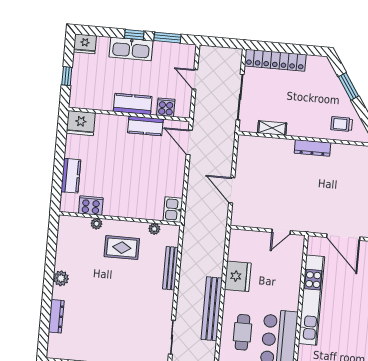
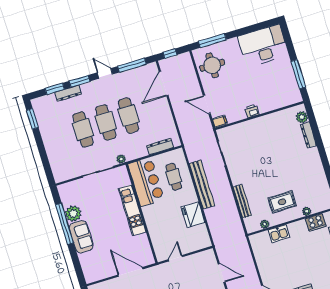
kitchen sink: (173, 210) -> (279, 234), moved, turned 90
plant: (61, 278) -> (302, 117), moved
kitchen unit: (311, 300) -> (132, 210), width x0.73

